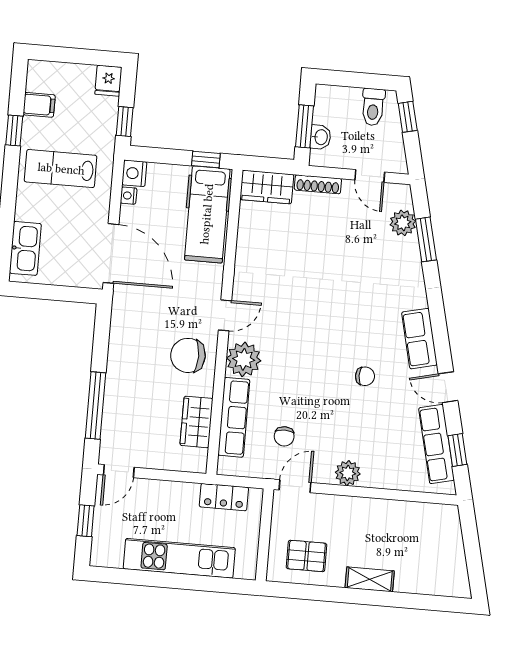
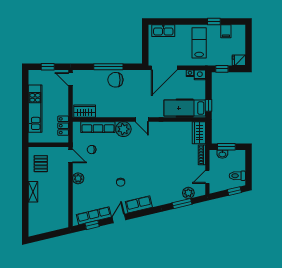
chair: (188, 355) -> (115, 80), moved, turned -90
window: (95, 405) -> (108, 67), moved
wardrobe: (196, 422) -> (85, 111), moved

